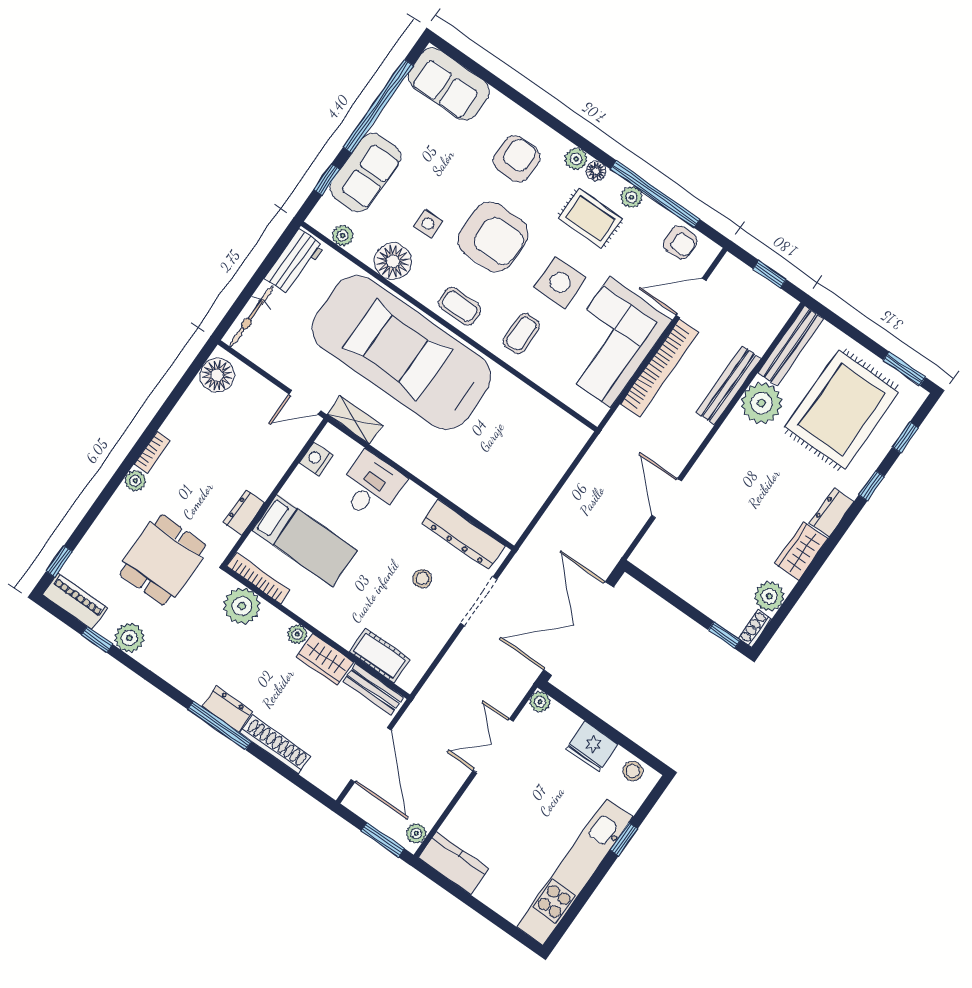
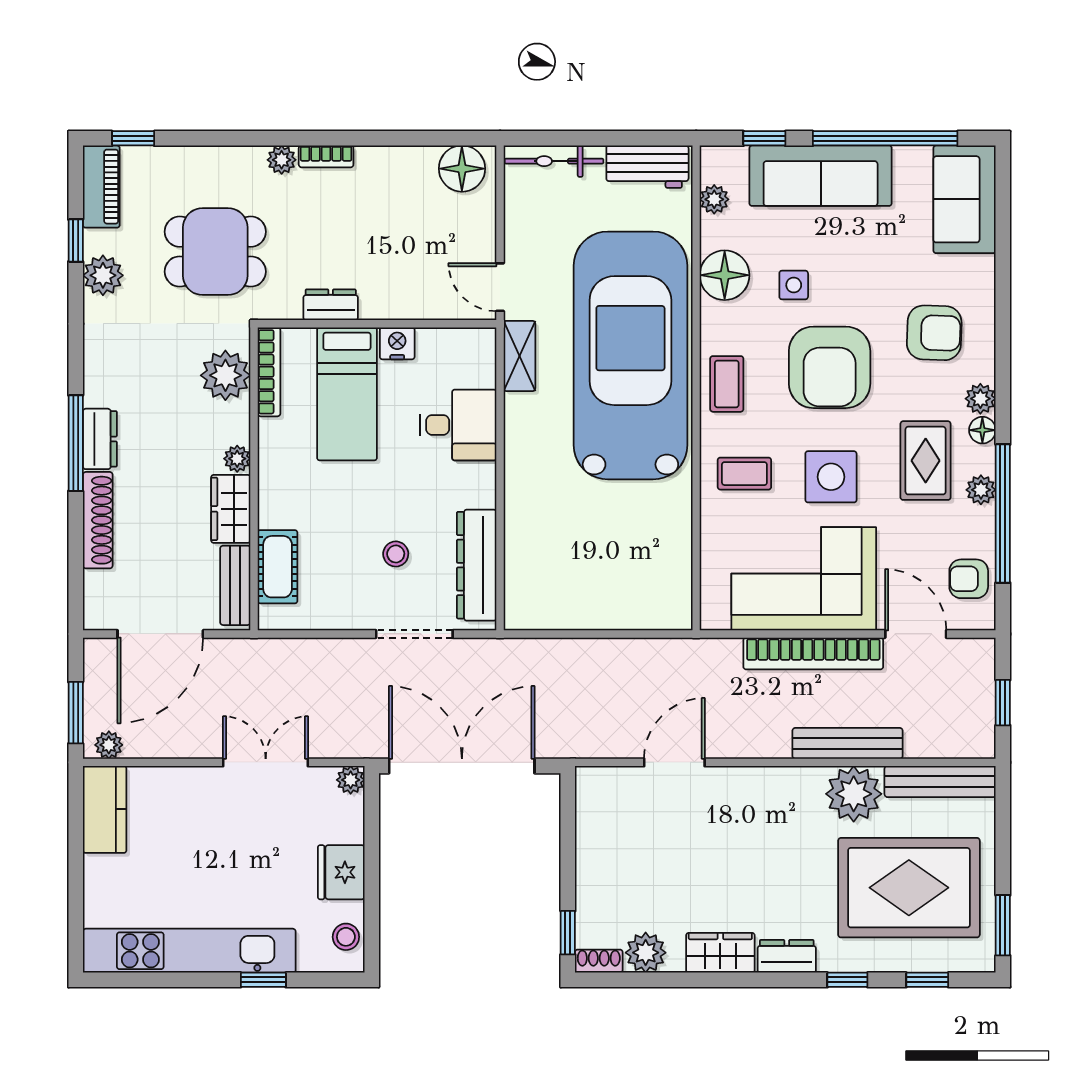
sofa: (365, 173) -> (821, 176), width x1.36
armchair: (680, 242) -> (969, 579), turned 90
nightstand: (316, 459) -> (397, 343), moved

